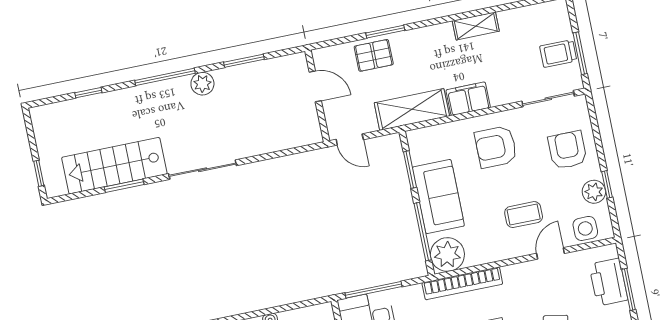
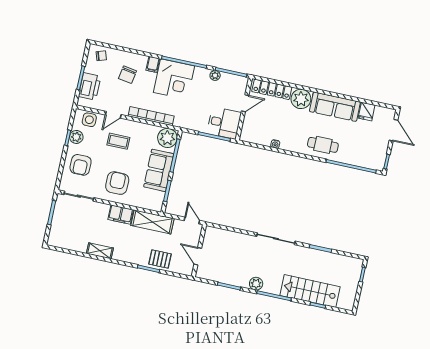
trolley: (558, 54) -> (63, 217), removed
armchair: (496, 147) -> (117, 183), turned -90
stairs: (114, 166) -> (310, 291), moved, turned 180
bookcase: (462, 283) -> (151, 116), moved

